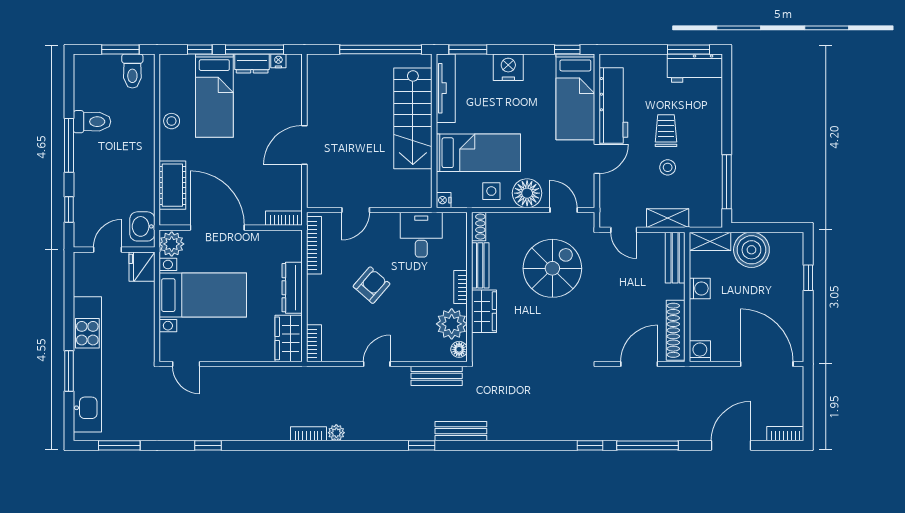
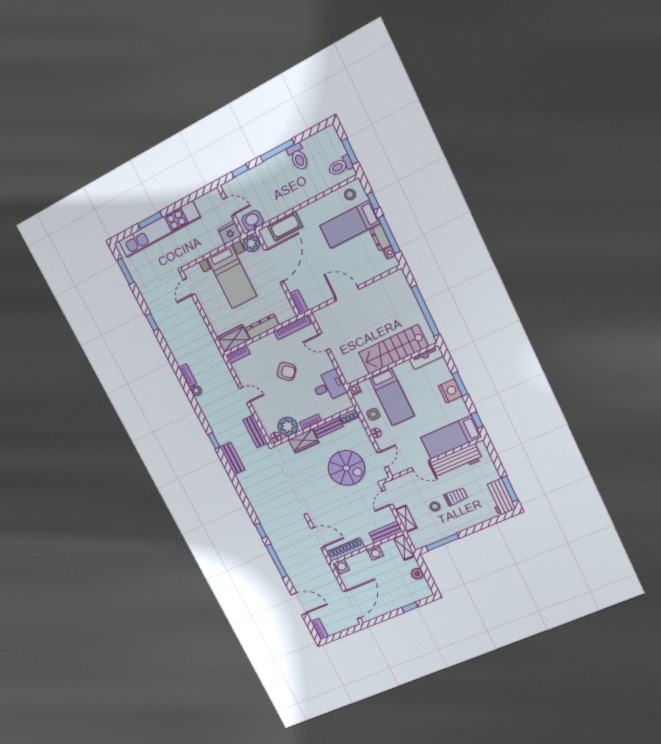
window: (468, 49) -> (460, 384), moved
tv unit: (446, 88) -> (426, 358), width x0.71
stool: (172, 121) -> (350, 194), moved
floor lamp: (527, 193) -> (376, 433), width x0.53, depth x0.53
boiler: (751, 250) -> (417, 574), width x0.54, depth x0.54

